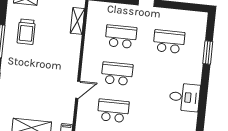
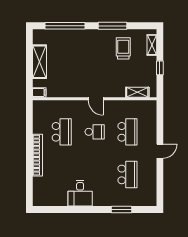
trolley: (26, 32) -> (123, 48), turned 90
school desk: (117, 74) -> (95, 132), width x0.54
door: (78, 90) -> (96, 99), moved

